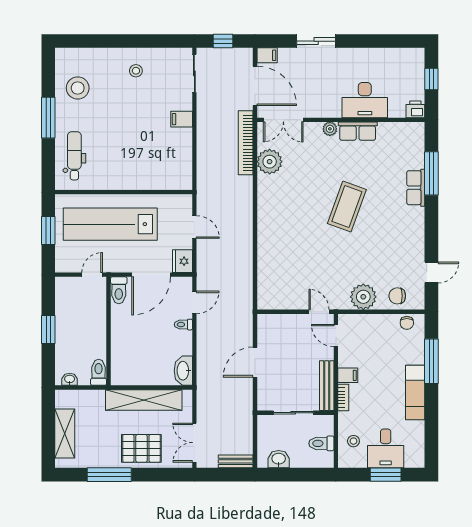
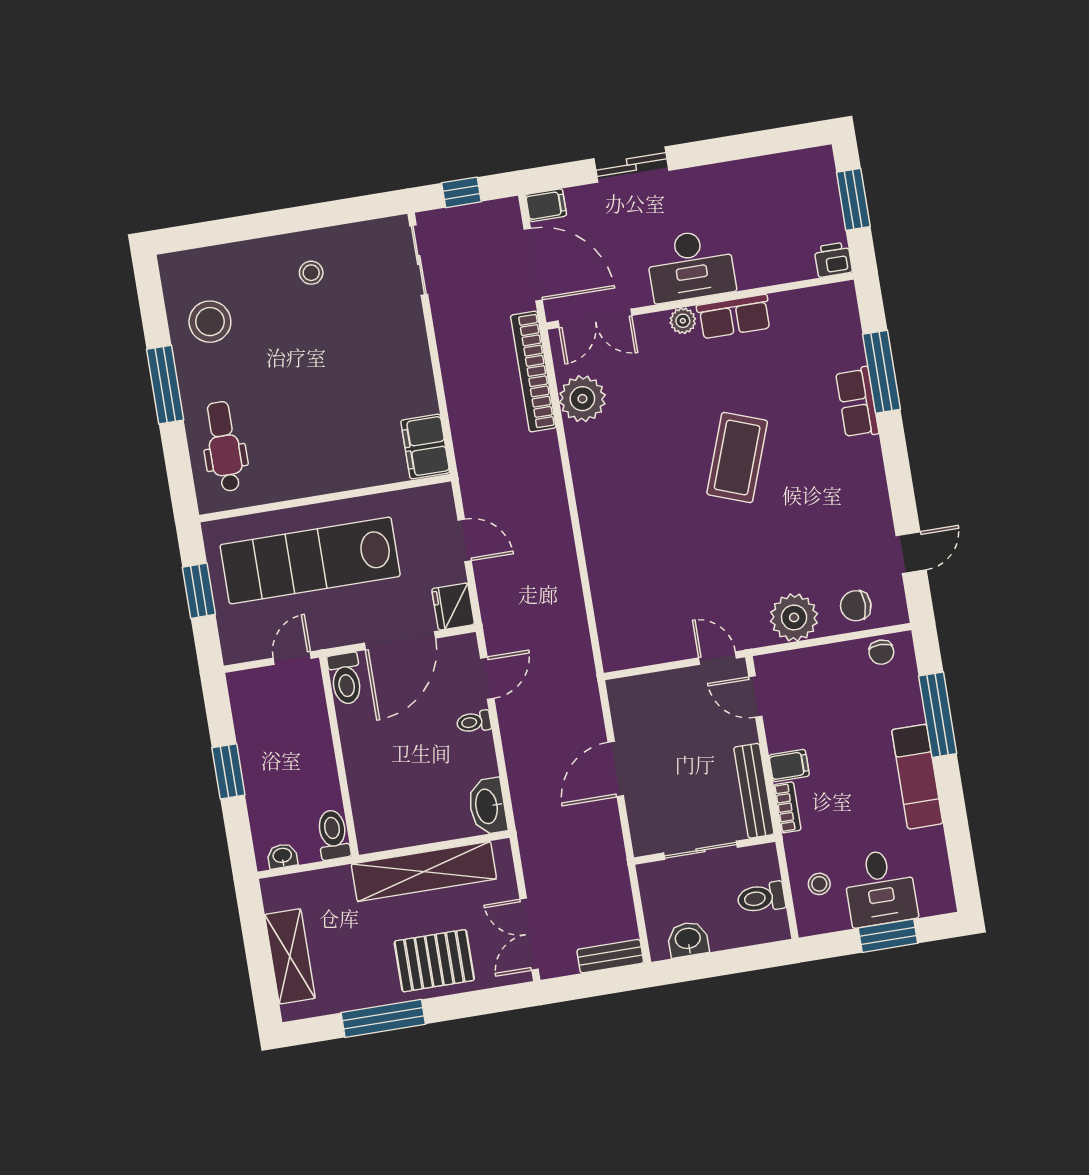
window: (431, 79) -> (853, 199), width x1.50
desk: (365, 100) -> (691, 266), moved
filing cabinet: (182, 119) -> (425, 447), moved, width x2.00

